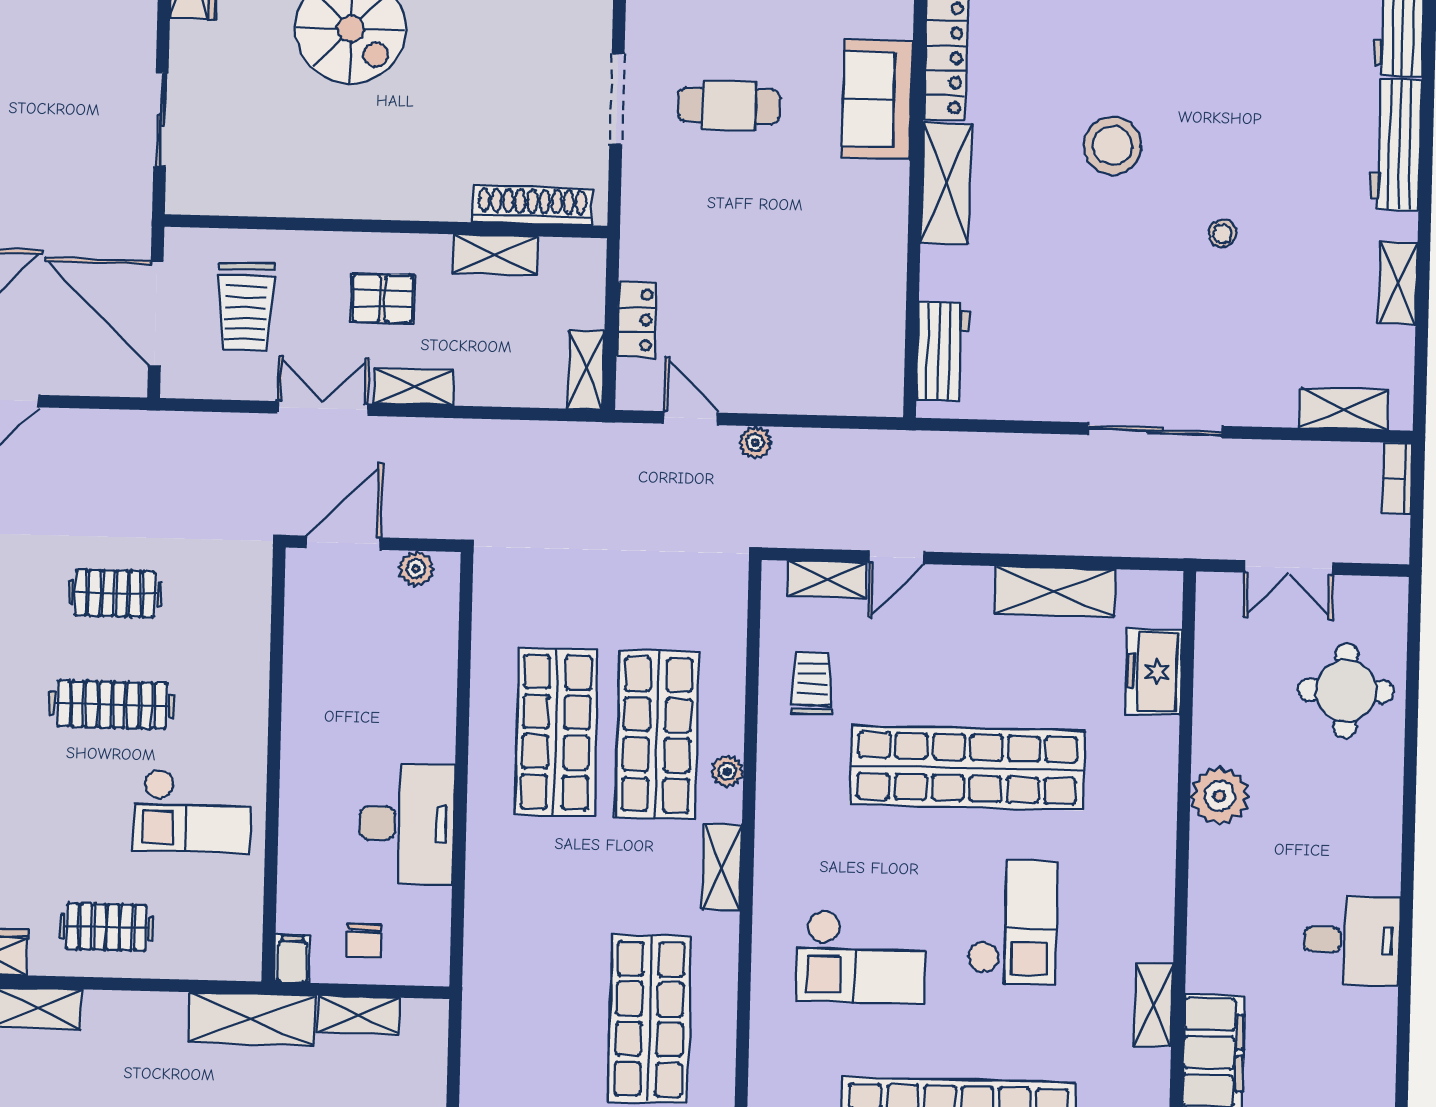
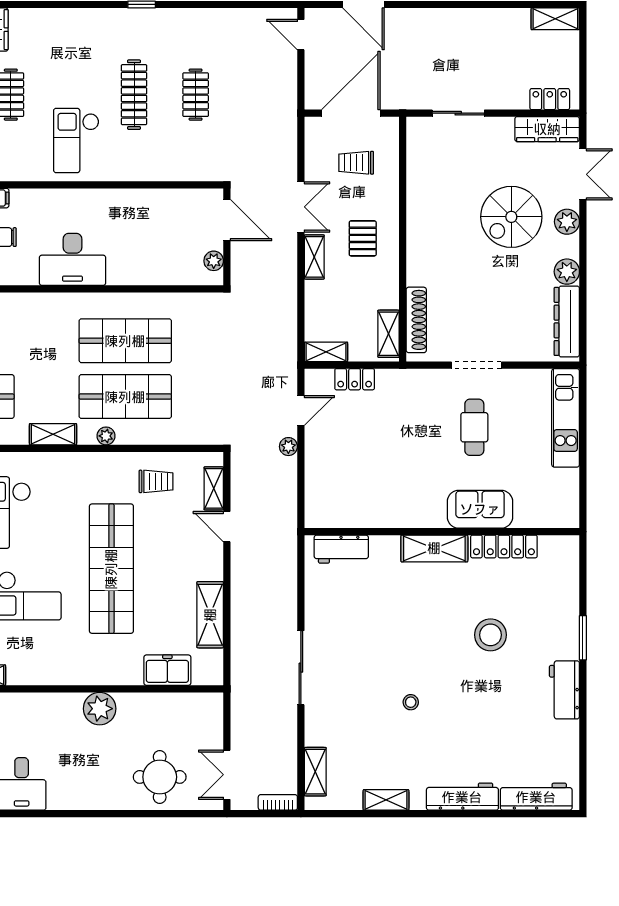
stool: (1113, 145) -> (491, 635), moved
shelving: (495, 255) -> (389, 334), moved
trolley: (246, 307) -> (356, 163), width x0.73, depth x0.72
double door: (1289, 568) -> (227, 775), moved

